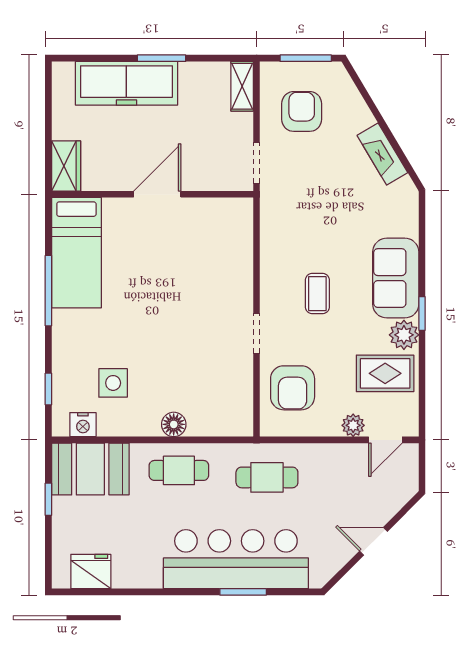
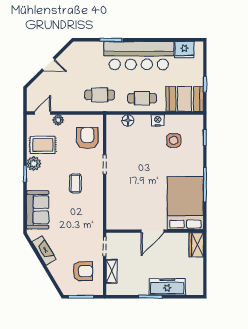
freezer: (126, 83) -> (167, 287), width x0.73, depth x0.79
shelving: (242, 86) -> (112, 271), moved
armchair: (302, 111) -> (83, 271), turned -90
bed: (76, 253) -> (185, 203), width x1.50
sofa: (396, 278) -> (38, 210), moved
floor lamp: (174, 424) -> (128, 120), moved
nightstand: (83, 425) -> (158, 120), moved
bar counter: (236, 559) -> (139, 56), moved

